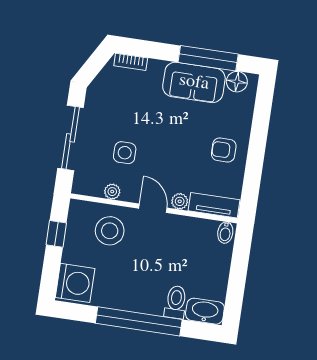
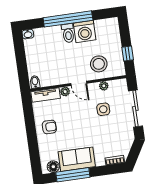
washing machine: (75, 283) -> (85, 32), moved, turned -90
toilet: (176, 302) -> (68, 33), moved
washbasin: (205, 311) -> (28, 34), width x0.52, depth x0.69

